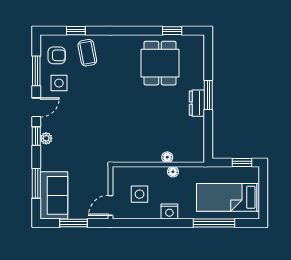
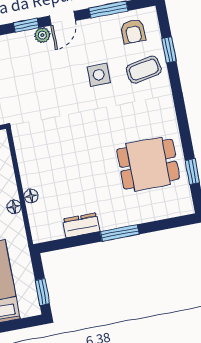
side table: (59, 83) -> (99, 75), moved
dresser: (197, 103) -> (81, 225), moved
door: (36, 107) -> (62, 18), hinge flipped
plant: (46, 138) -> (42, 35), moved

